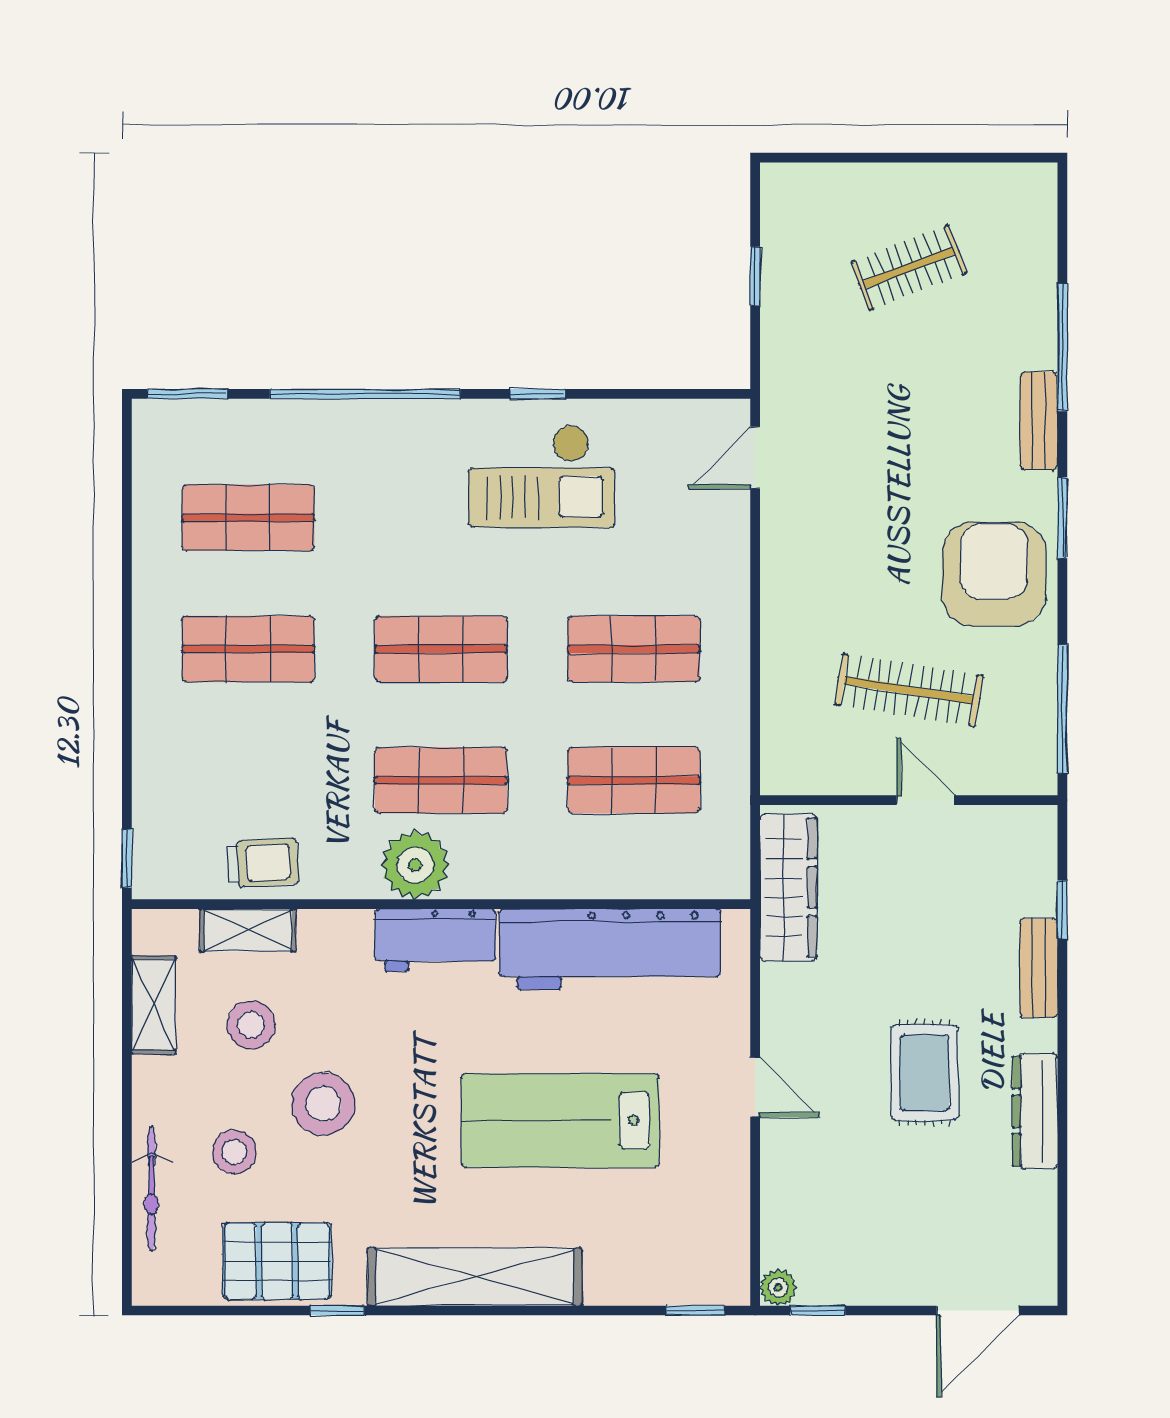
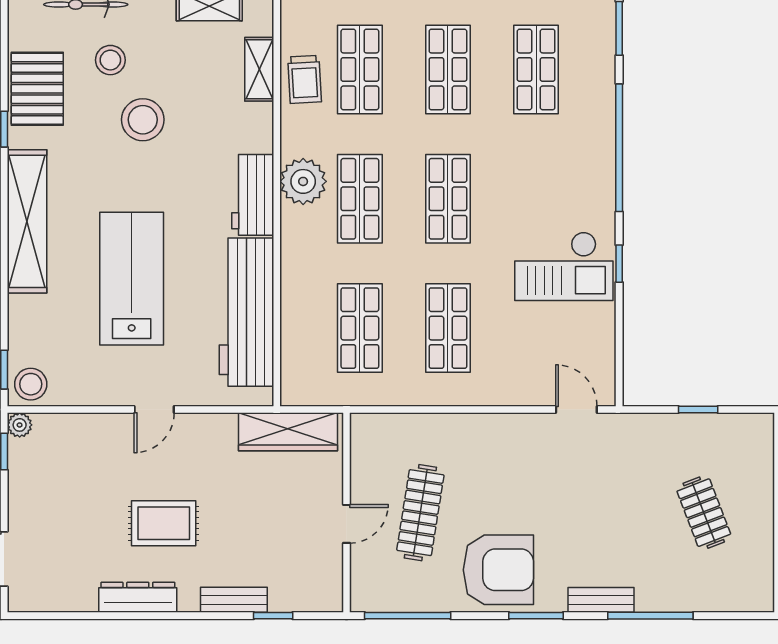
checkout: (542, 476) -> (564, 266), turned -90
shop shelf: (248, 780) -> (360, 69), added
stool: (251, 1025) -> (31, 384), moved

